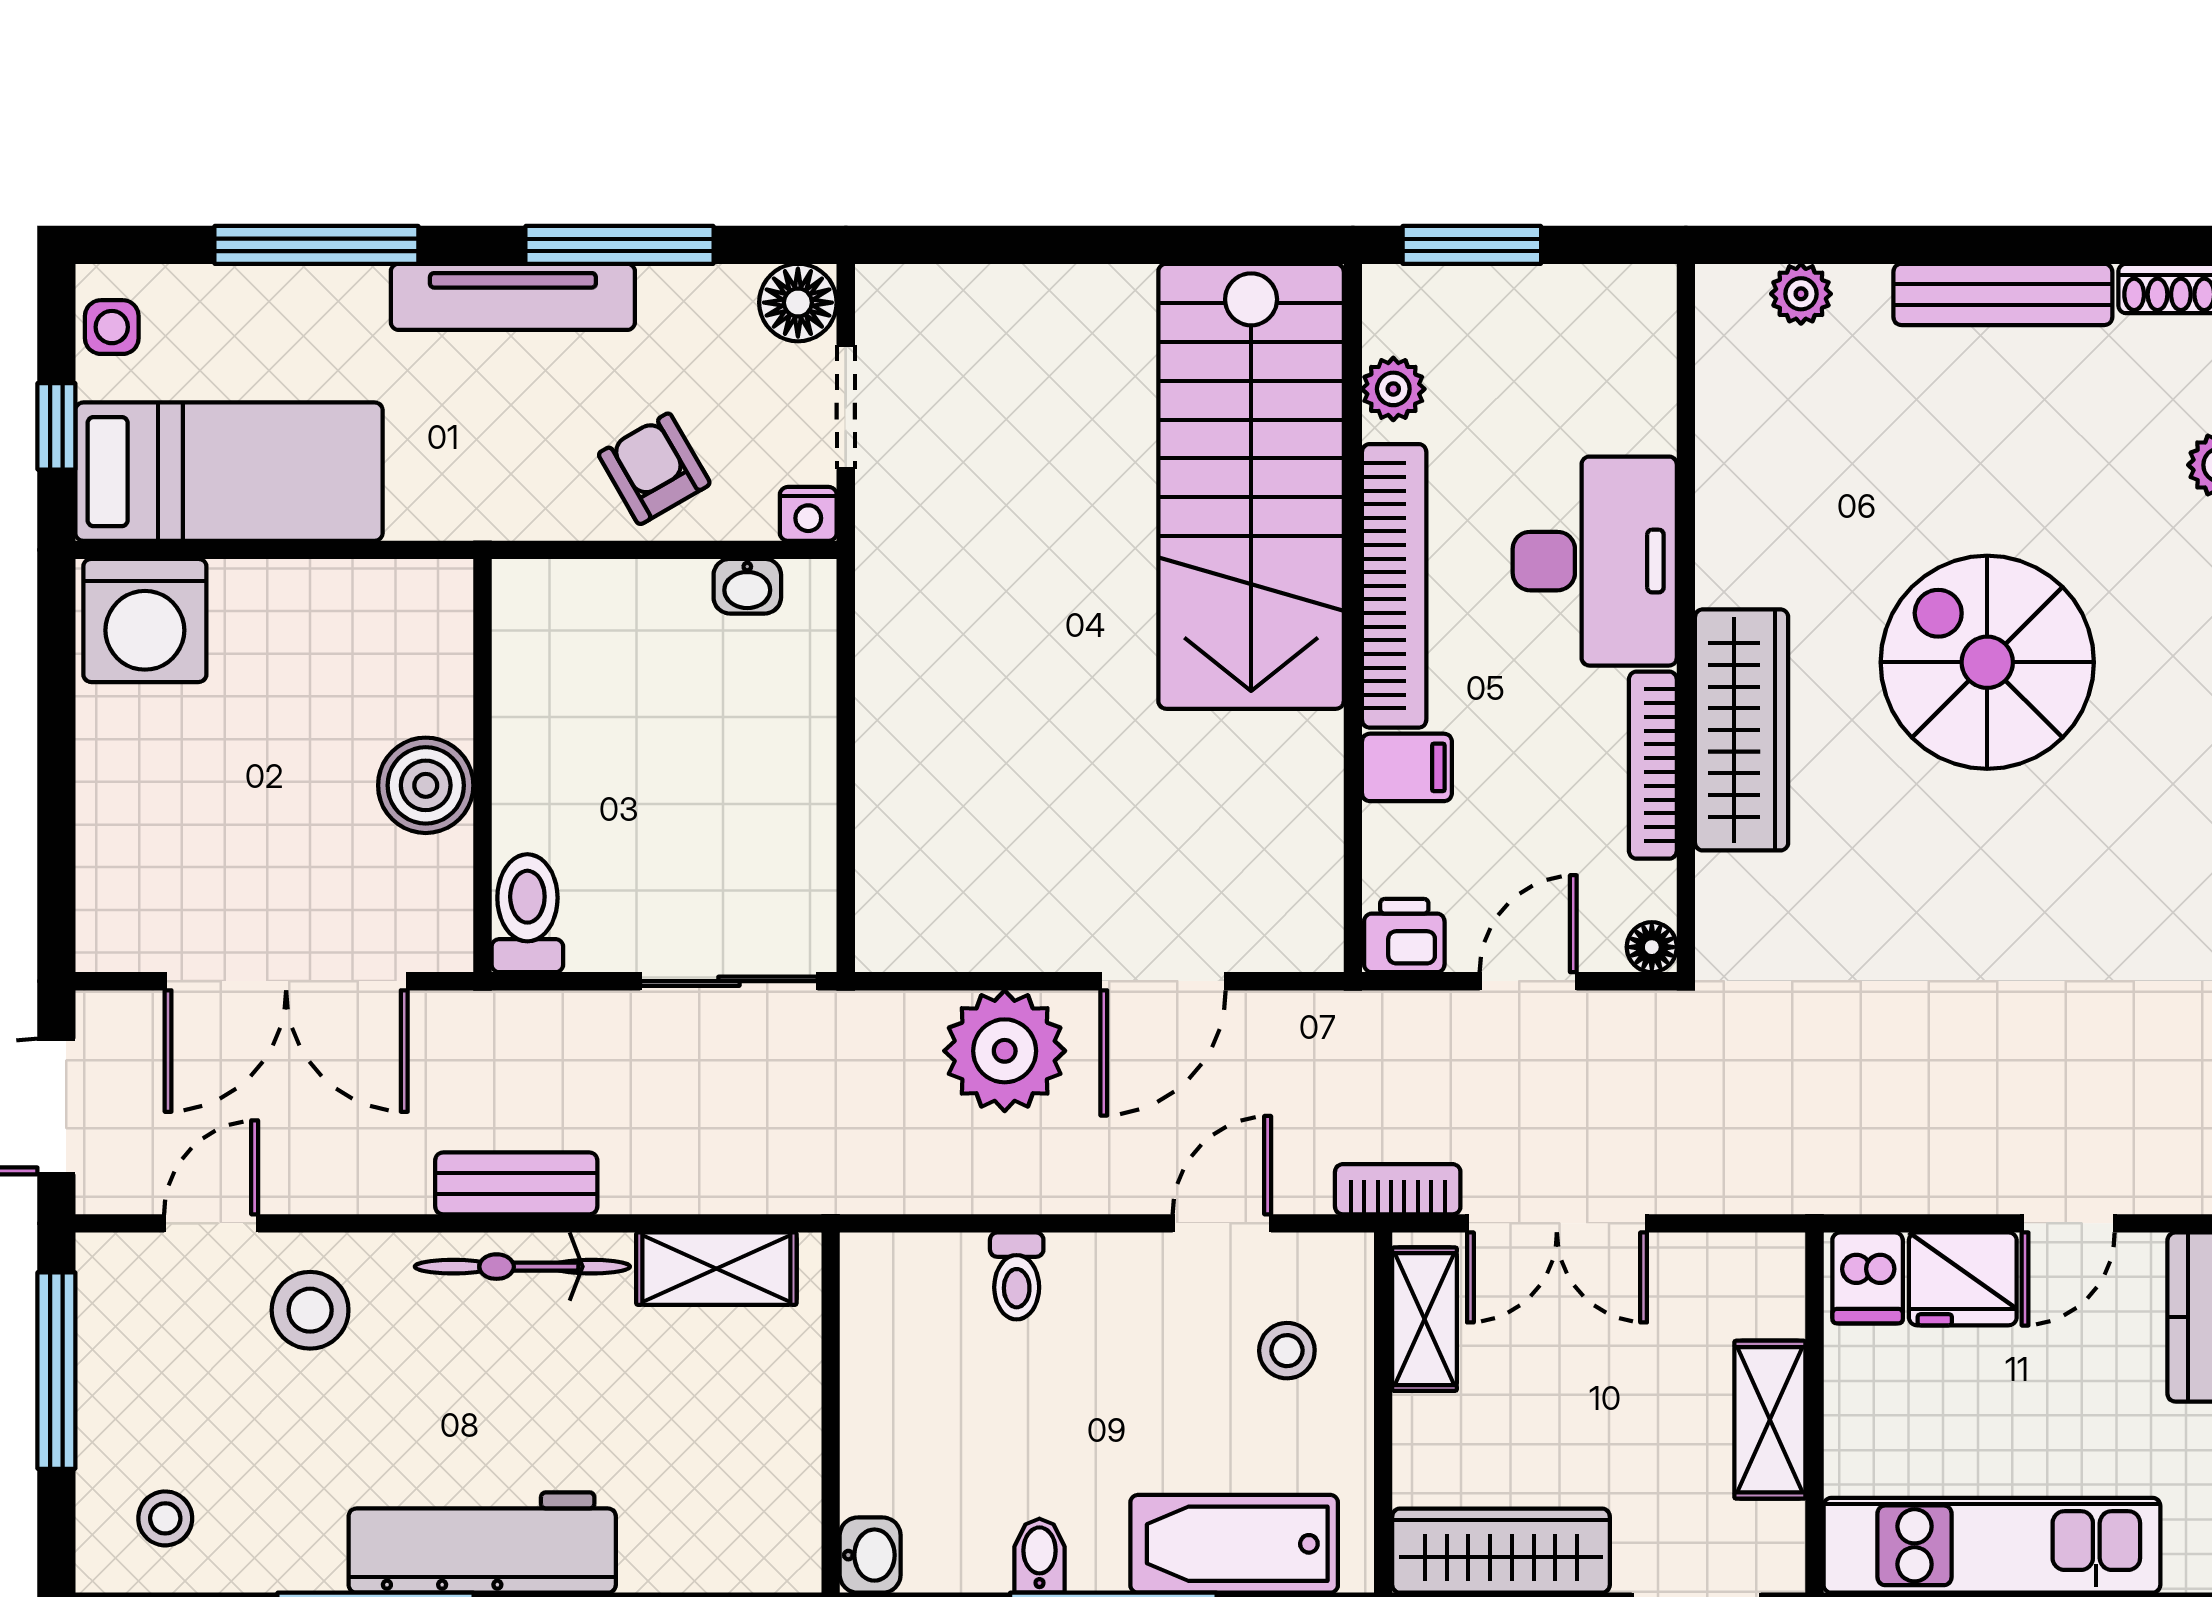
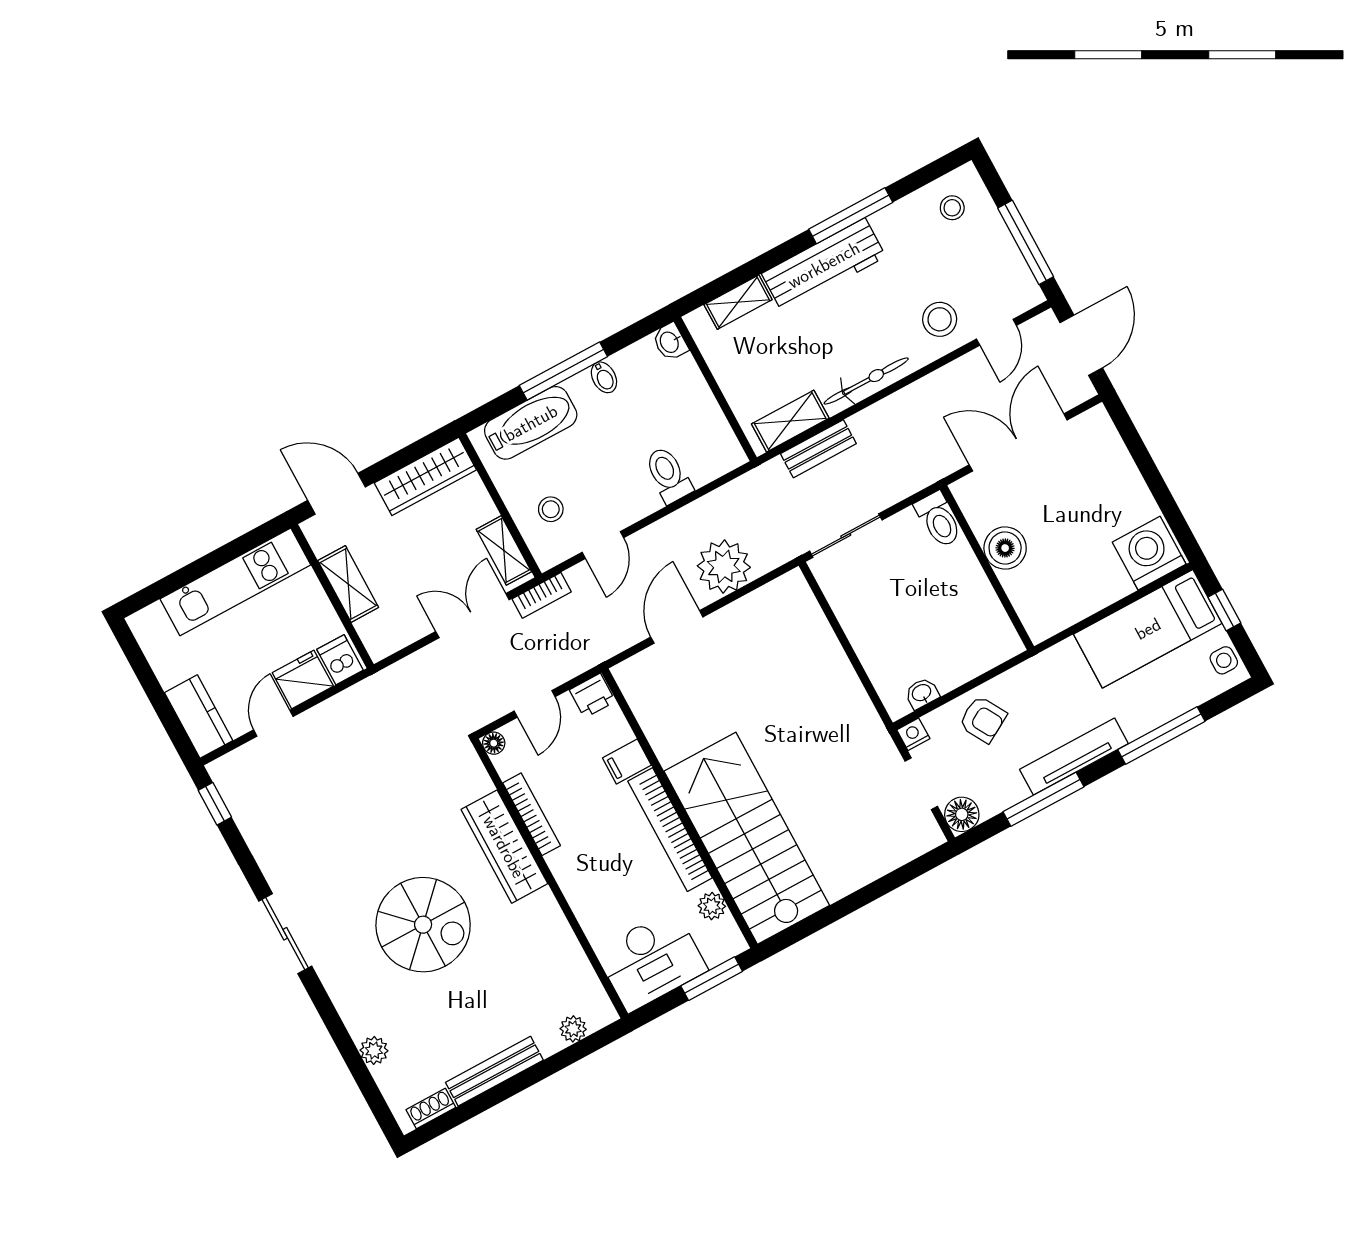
desk: (1595, 561) -> (651, 960), moved, turned -90
bench: (516, 1183) -> (818, 449), moved
toilet: (1017, 1276) -> (668, 475), width x1.37, depth x1.39
shelving: (692, 1561) -> (738, 302), added

